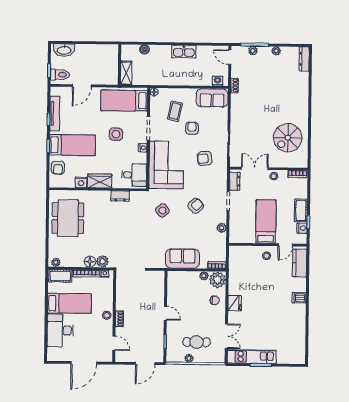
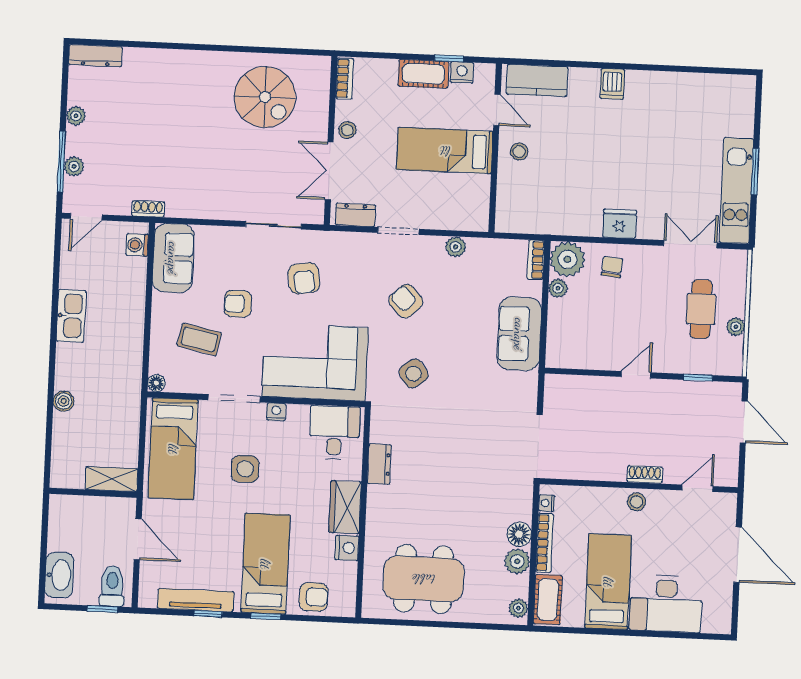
wall: (120, 65) -> (93, 493), moved
shelving: (126, 73) -> (112, 479), moved
plant: (102, 261) -> (517, 561), moved

